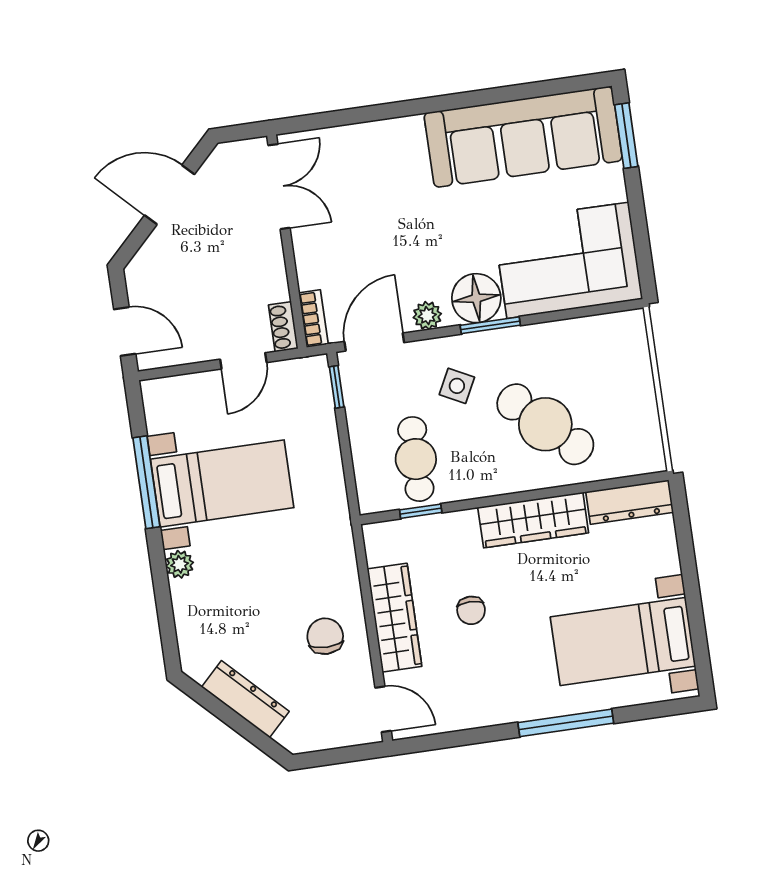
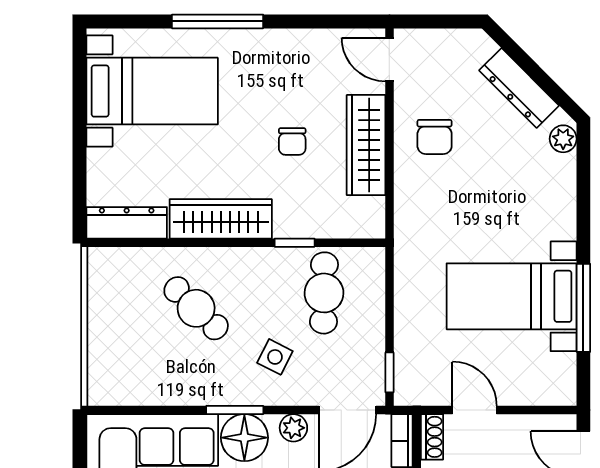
door: (243, 361) -> (475, 410), hinge flipped
cafe table: (545, 424) -> (196, 308), width x0.73, depth x0.74
window: (421, 511) -> (295, 243), moved
plant: (180, 564) -> (563, 139), moved
chair: (471, 610) -> (292, 141), turned 180

